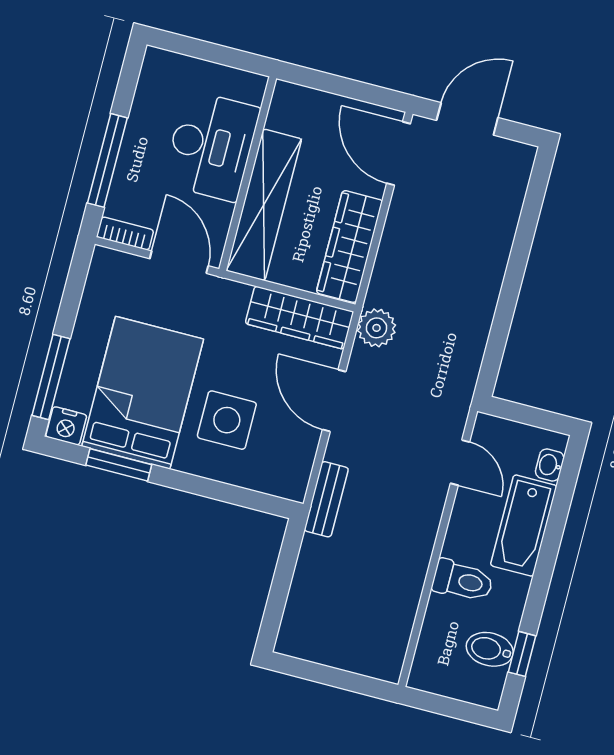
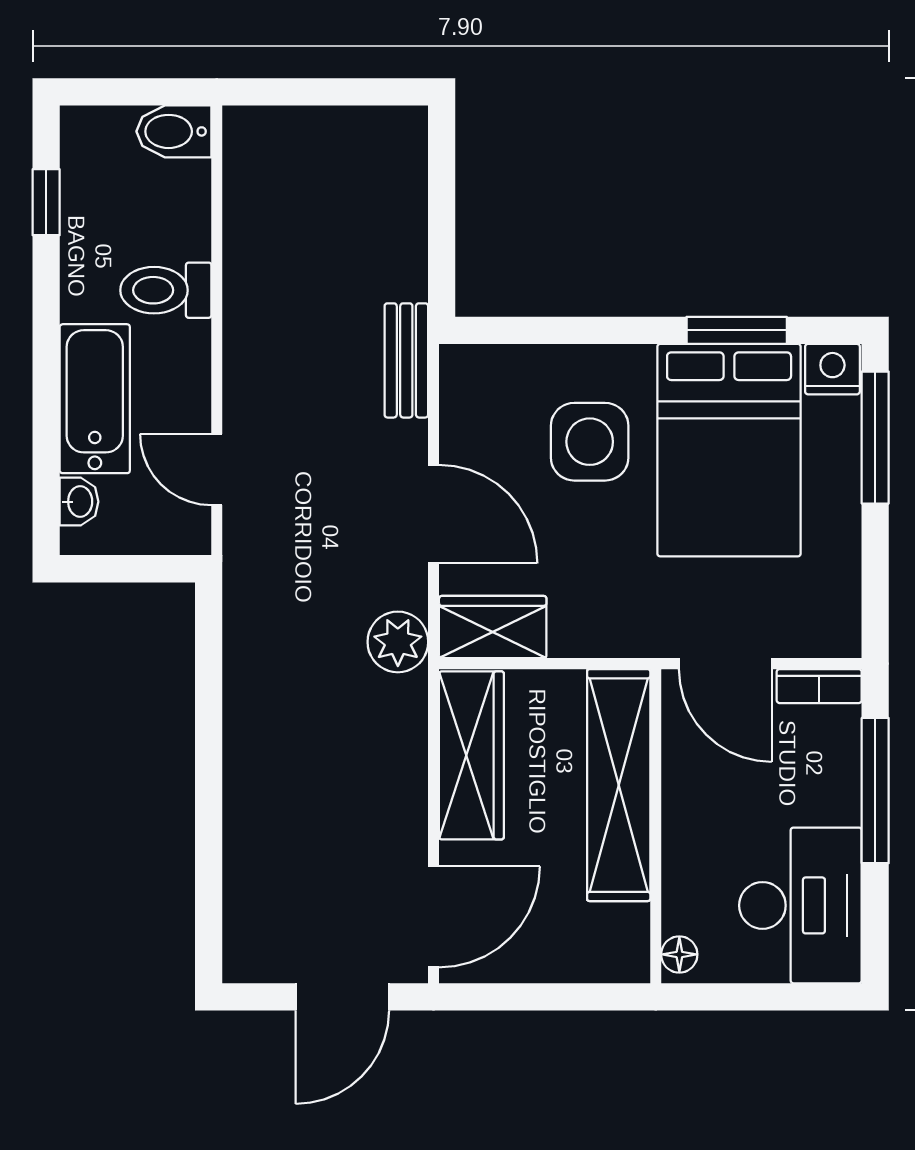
floor lamp: (254, 91) -> (679, 954), added
desk: (211, 146) -> (800, 905), moved, turned 180
door: (399, 154) -> (434, 917), hinge flipped
wardrobe: (299, 318) -> (493, 627), width x0.67
bidet: (490, 649) -> (174, 131), moved, turned 180

